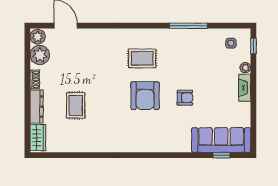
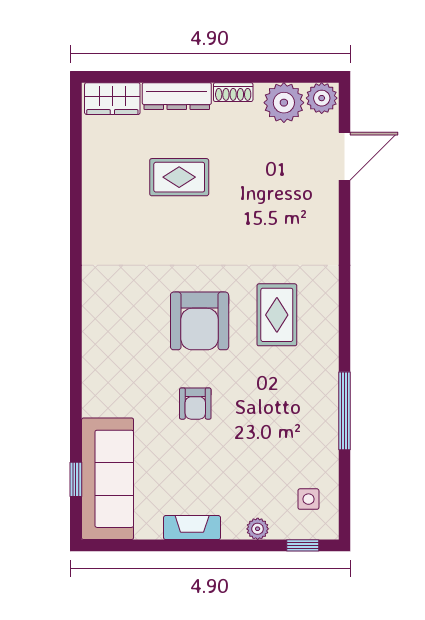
fireplace: (245, 88) -> (192, 528), moved
armchair: (145, 96) -> (200, 321), turned -90

